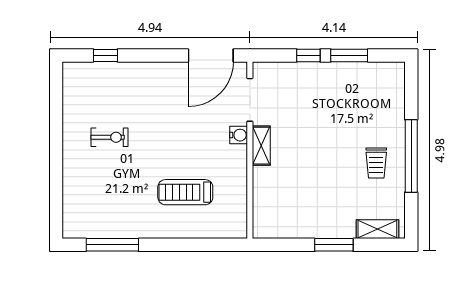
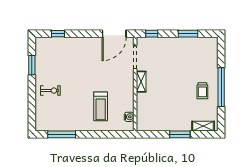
window: (308, 55) -> (152, 34), moved
window: (56, 115) -> (32, 65), added
water cooler: (239, 135) -> (129, 117), moved
exercise bike: (109, 137) -> (50, 91), moved
treadmill: (185, 192) -> (101, 106), turned -90

